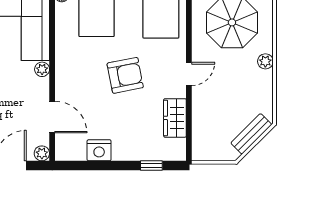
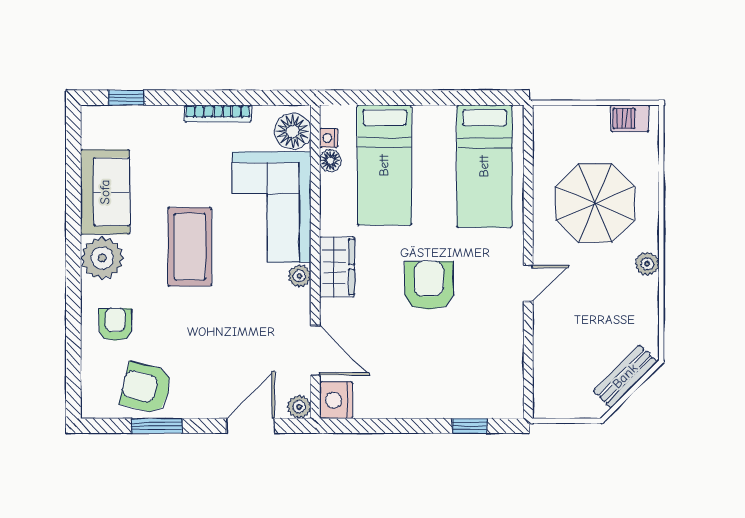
armchair: (125, 75) -> (429, 285), turned -79
wardrobe: (175, 118) -> (337, 267), moved, turned 180
nightstand: (99, 150) -> (336, 400), moved, turned 90

